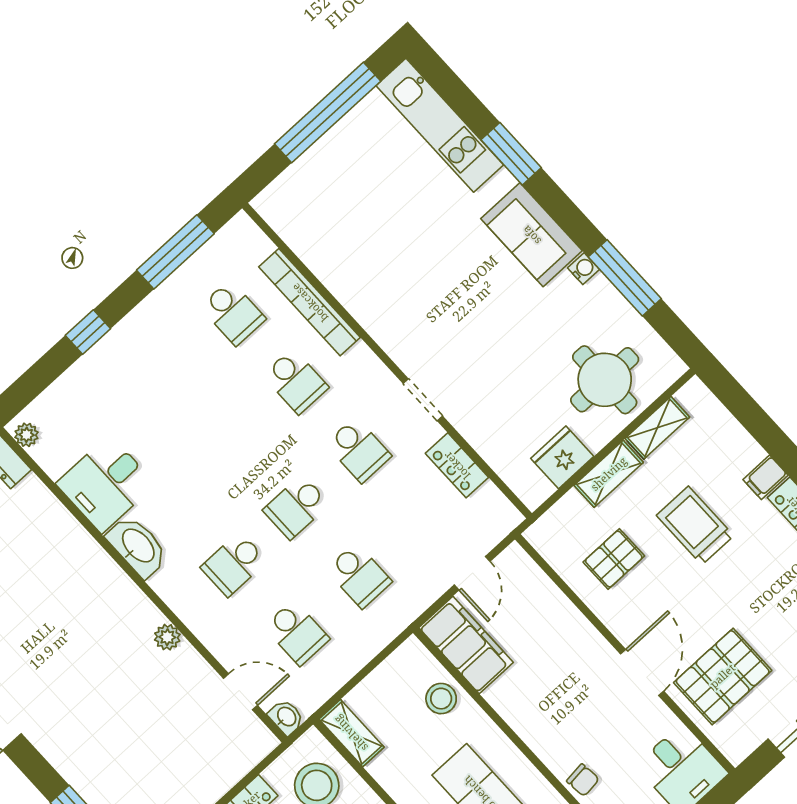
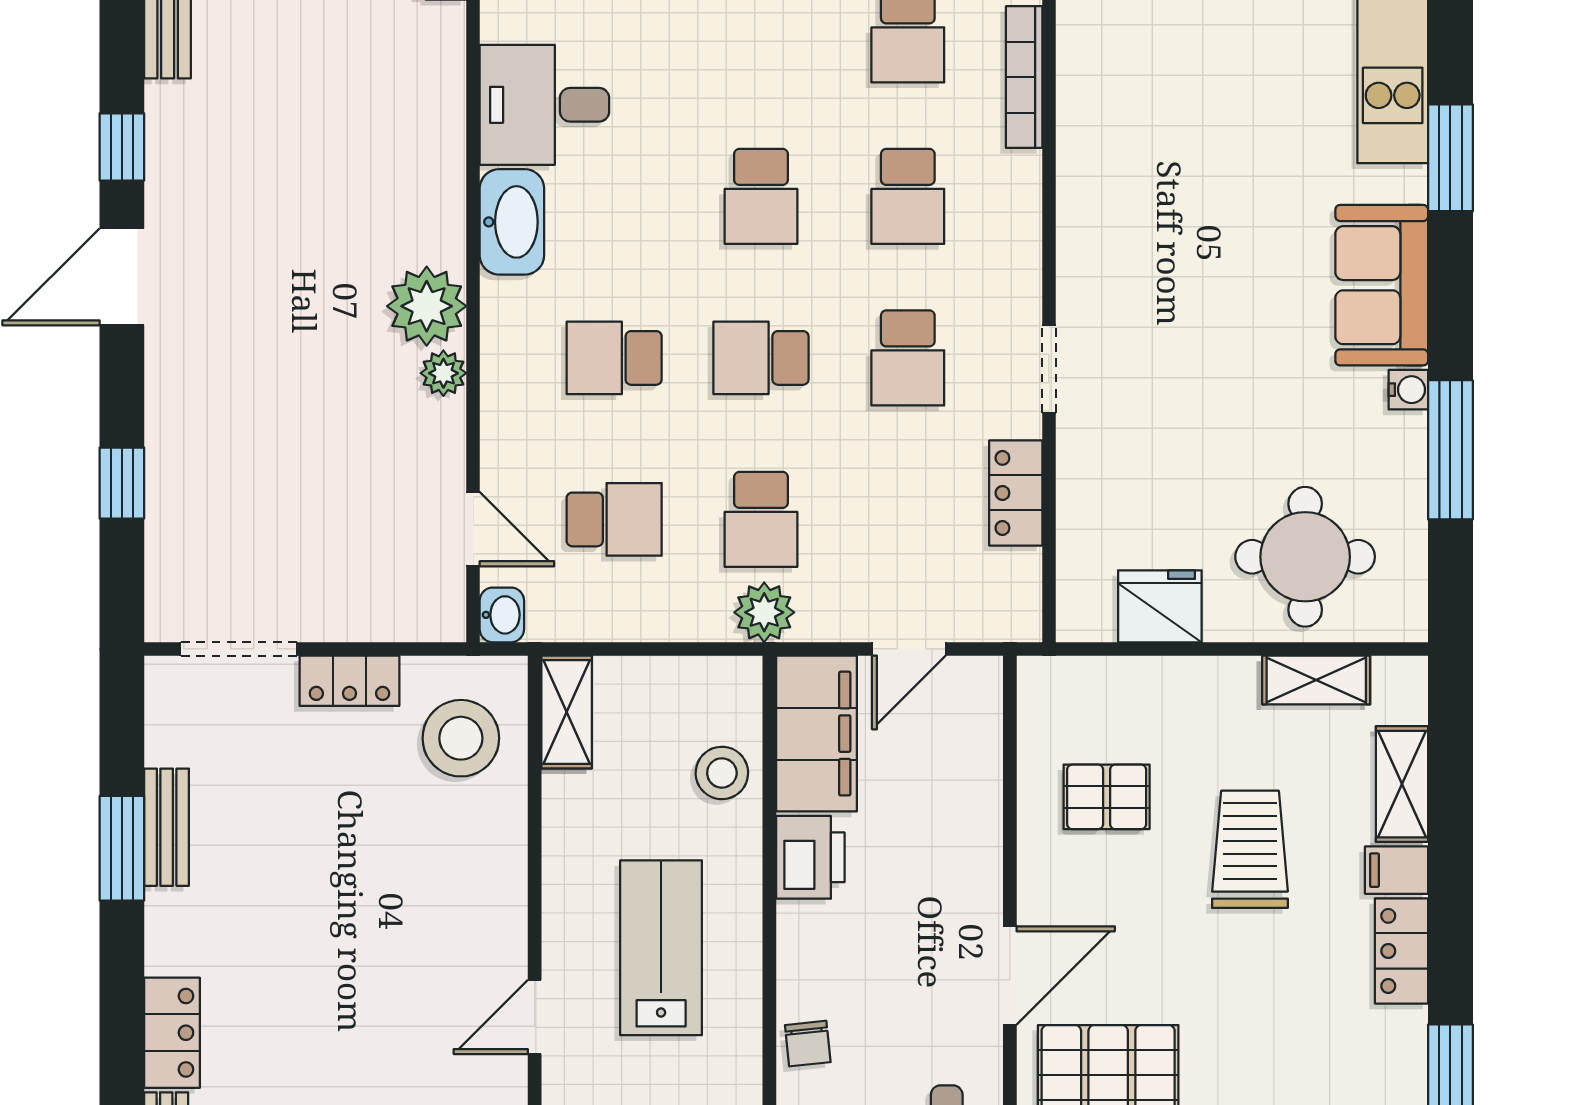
bookcase: (310, 302) -> (1024, 77), width x0.68, depth x0.76
school desk: (233, 438) -> (761, 196), added
shelving: (609, 474) -> (1402, 784), moved, turned 90
plant: (397, 614) -> (764, 612), added
plant: (134, 615) -> (427, 306), added
school desk: (297, 633) -> (614, 519), turned -90
printer: (512, 700) -> (810, 857), added

